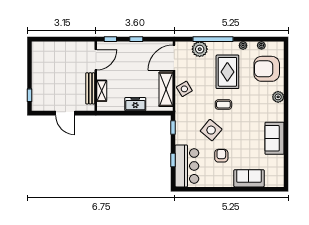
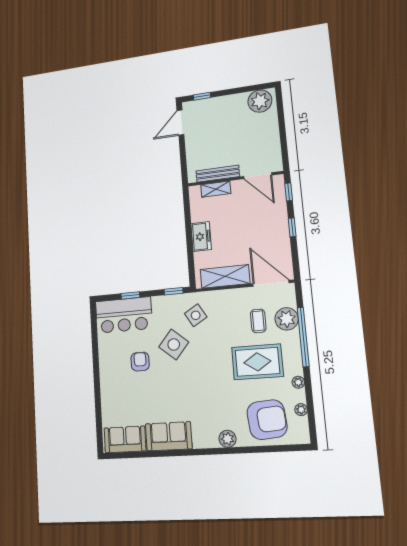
plant: (40, 53) -> (260, 101), added
armchair: (267, 69) -> (267, 420), turned 85
side table: (184, 89) -> (196, 315), moved
coffee table: (223, 105) -> (258, 321), moved
door: (65, 113) -> (180, 123), moved
armchair: (221, 156) -> (140, 362), turned -90
sofa: (249, 178) -> (125, 439), moved, turned -90

